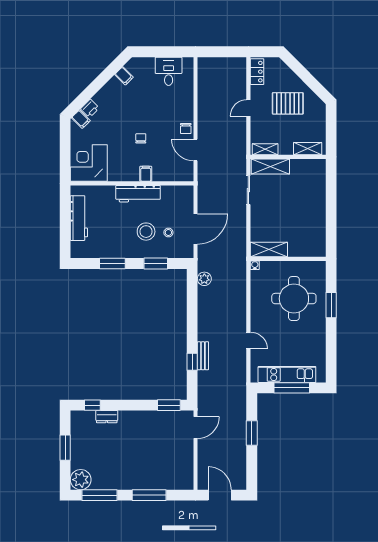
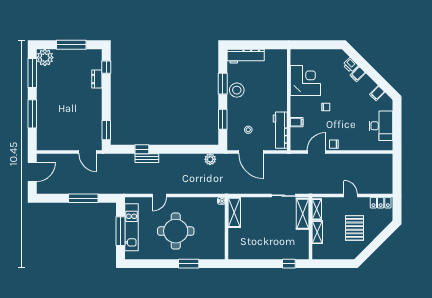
desk: (169, 71) -> (381, 126), width x1.37
filing cabinet: (81, 119) -> (358, 74), moved
shelving: (308, 149) -> (317, 232), moved
corner desk: (89, 163) -> (305, 80), moved
filing cabinet: (146, 174) -> (297, 122), moved
window: (331, 183) -> (289, 264), added
workbench: (138, 194) -> (280, 130), moved
workbench: (79, 218) -> (246, 56), moved
stool: (146, 232) -> (237, 90), moved
round table: (294, 299) -> (176, 231), moved
window: (252, 433) -> (83, 198), width x1.44
window: (65, 448) -> (71, 45), width x1.44

